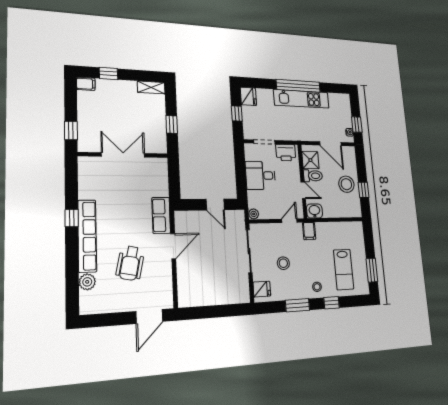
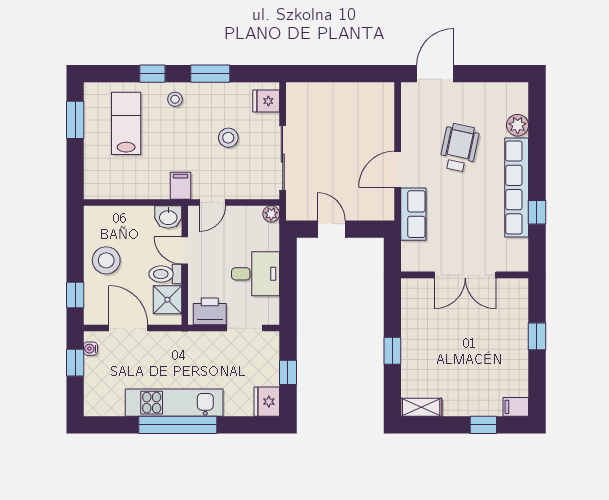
double door: (123, 155) -> (465, 275), moved
wall: (124, 155) -> (465, 275), moved
window: (364, 190) -> (75, 295), moved

